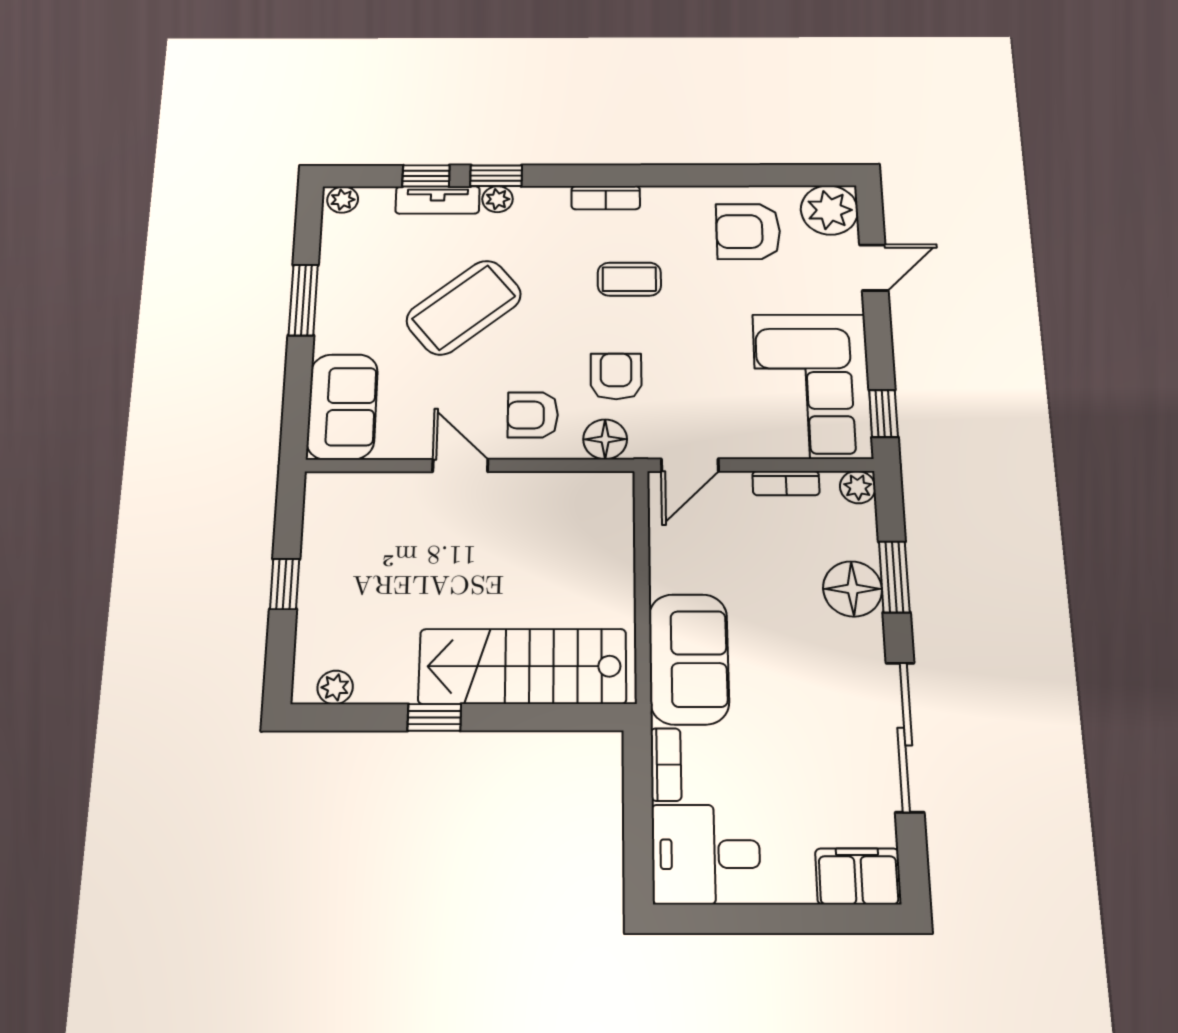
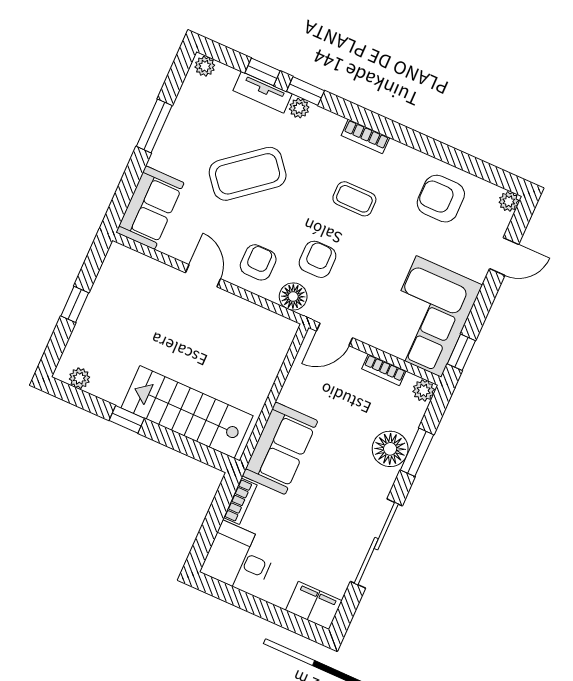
plant: (829, 210) -> (509, 201), width x0.53, depth x0.53
armchair: (533, 415) -> (258, 262), turned 90

